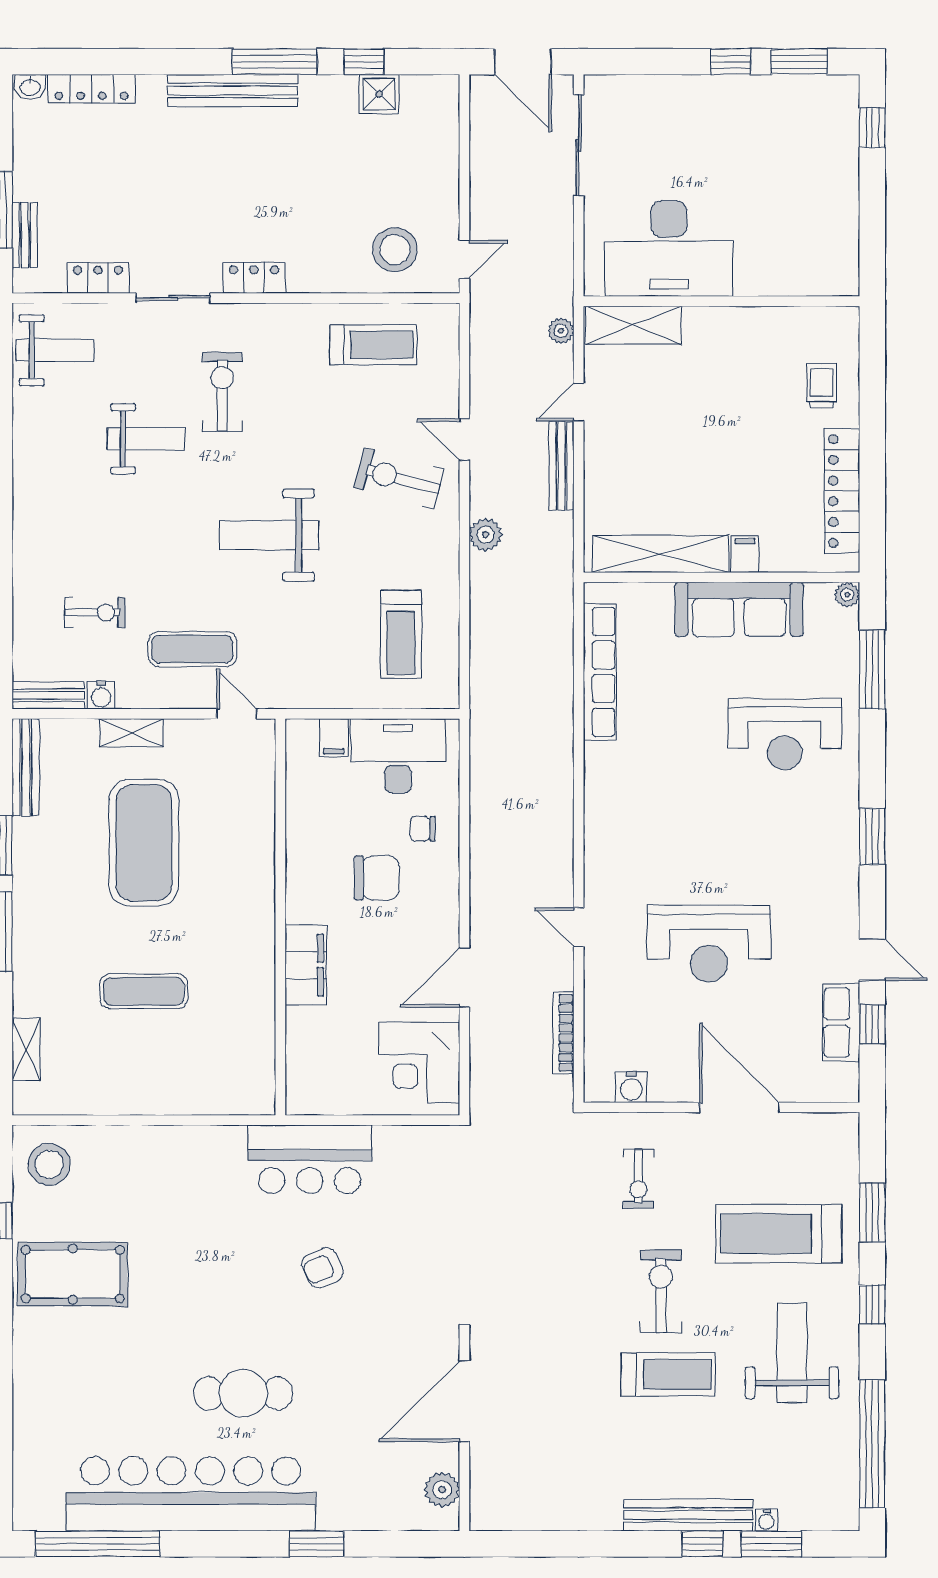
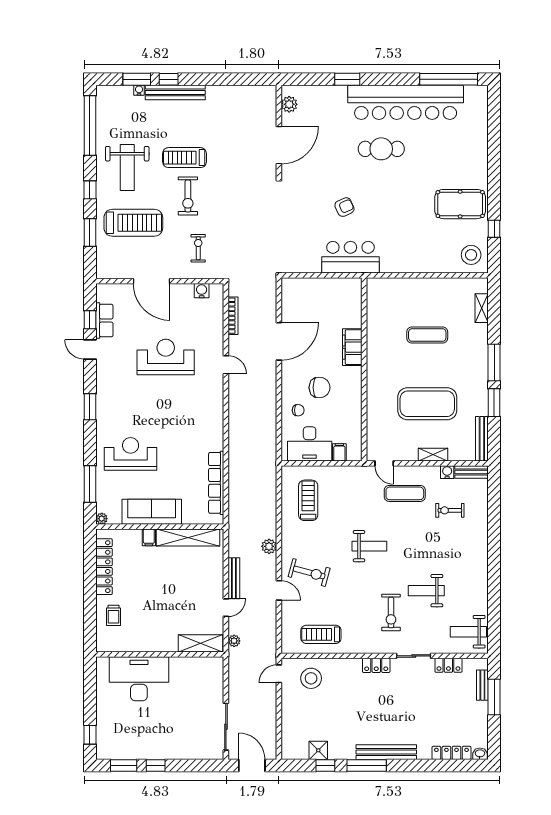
desk: (669, 249) -> (139, 679), moved
weight bench: (269, 535) -> (369, 546), width x0.73, depth x0.75
exercise mat: (144, 843) -> (427, 404), turned 90
chair: (377, 878) -> (319, 387), turned 180
door: (464, 977) -> (279, 341), width x1.36
corner desk: (419, 1062) -> (300, 302), removed

